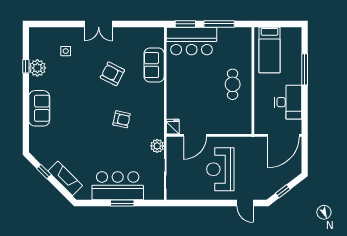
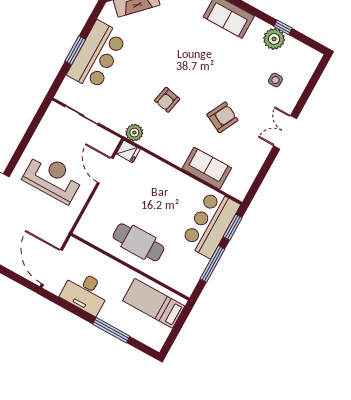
cafe table: (233, 84) -> (138, 242), width x1.37, depth x1.35
plant: (157, 146) -> (134, 133), moved

